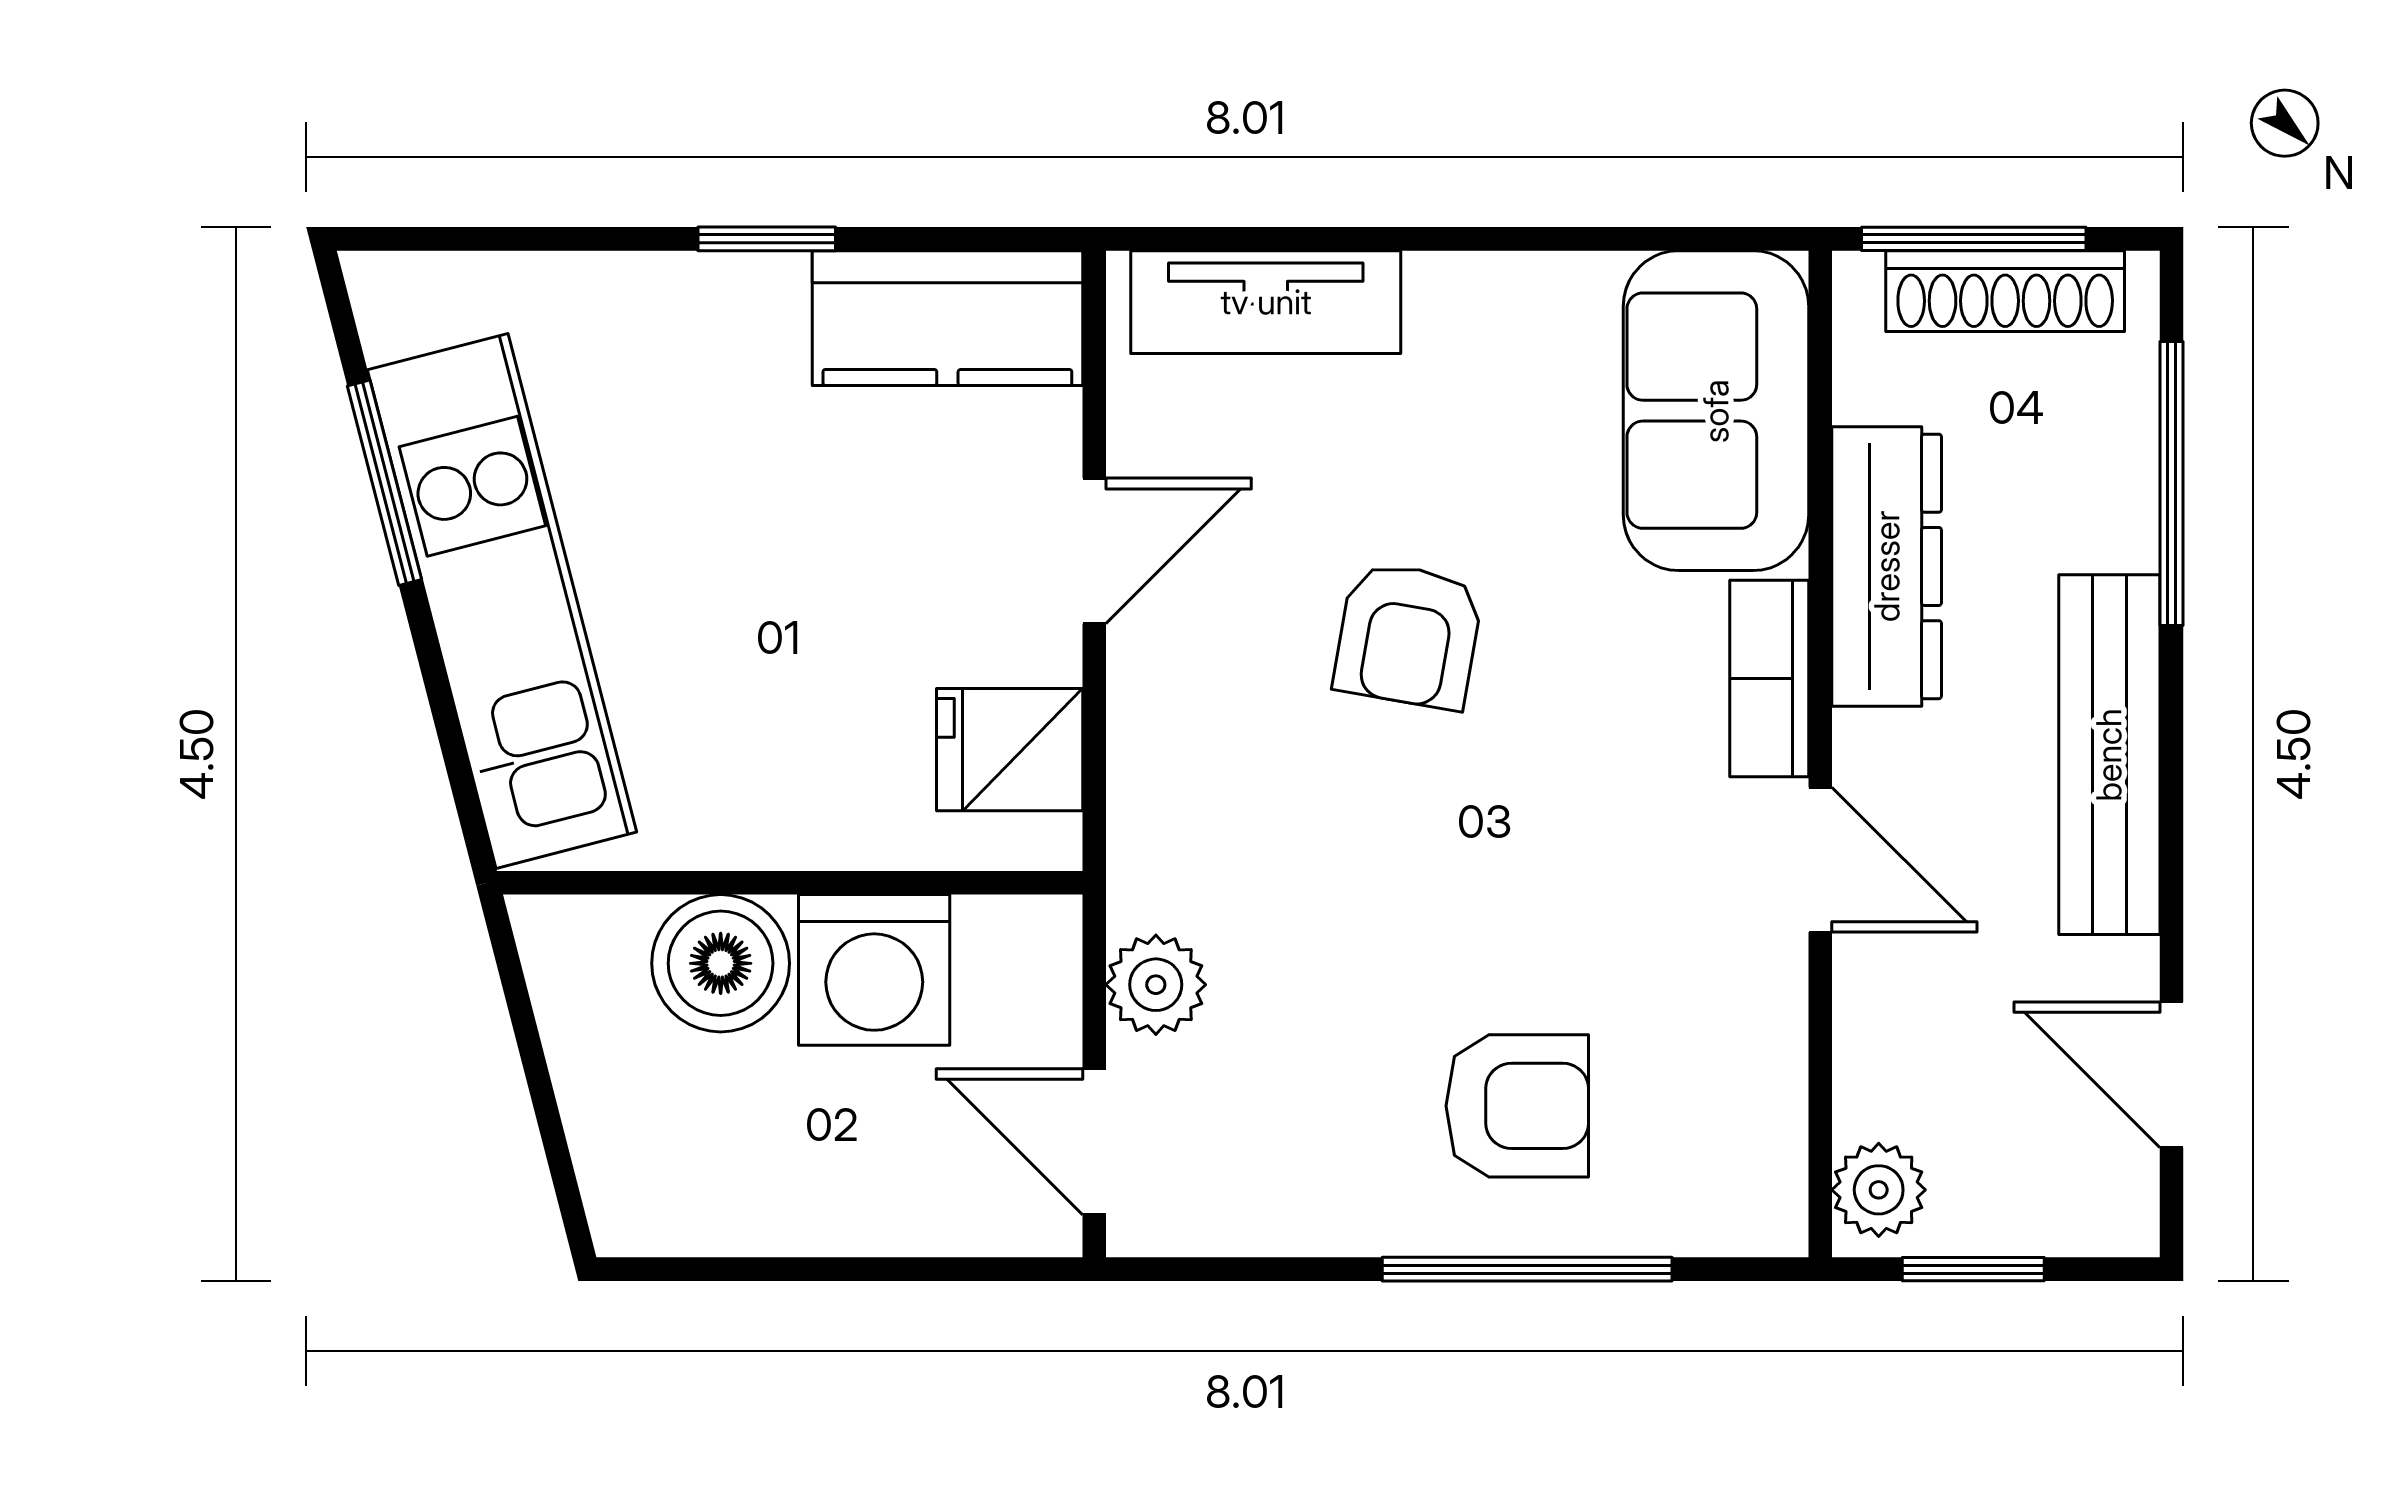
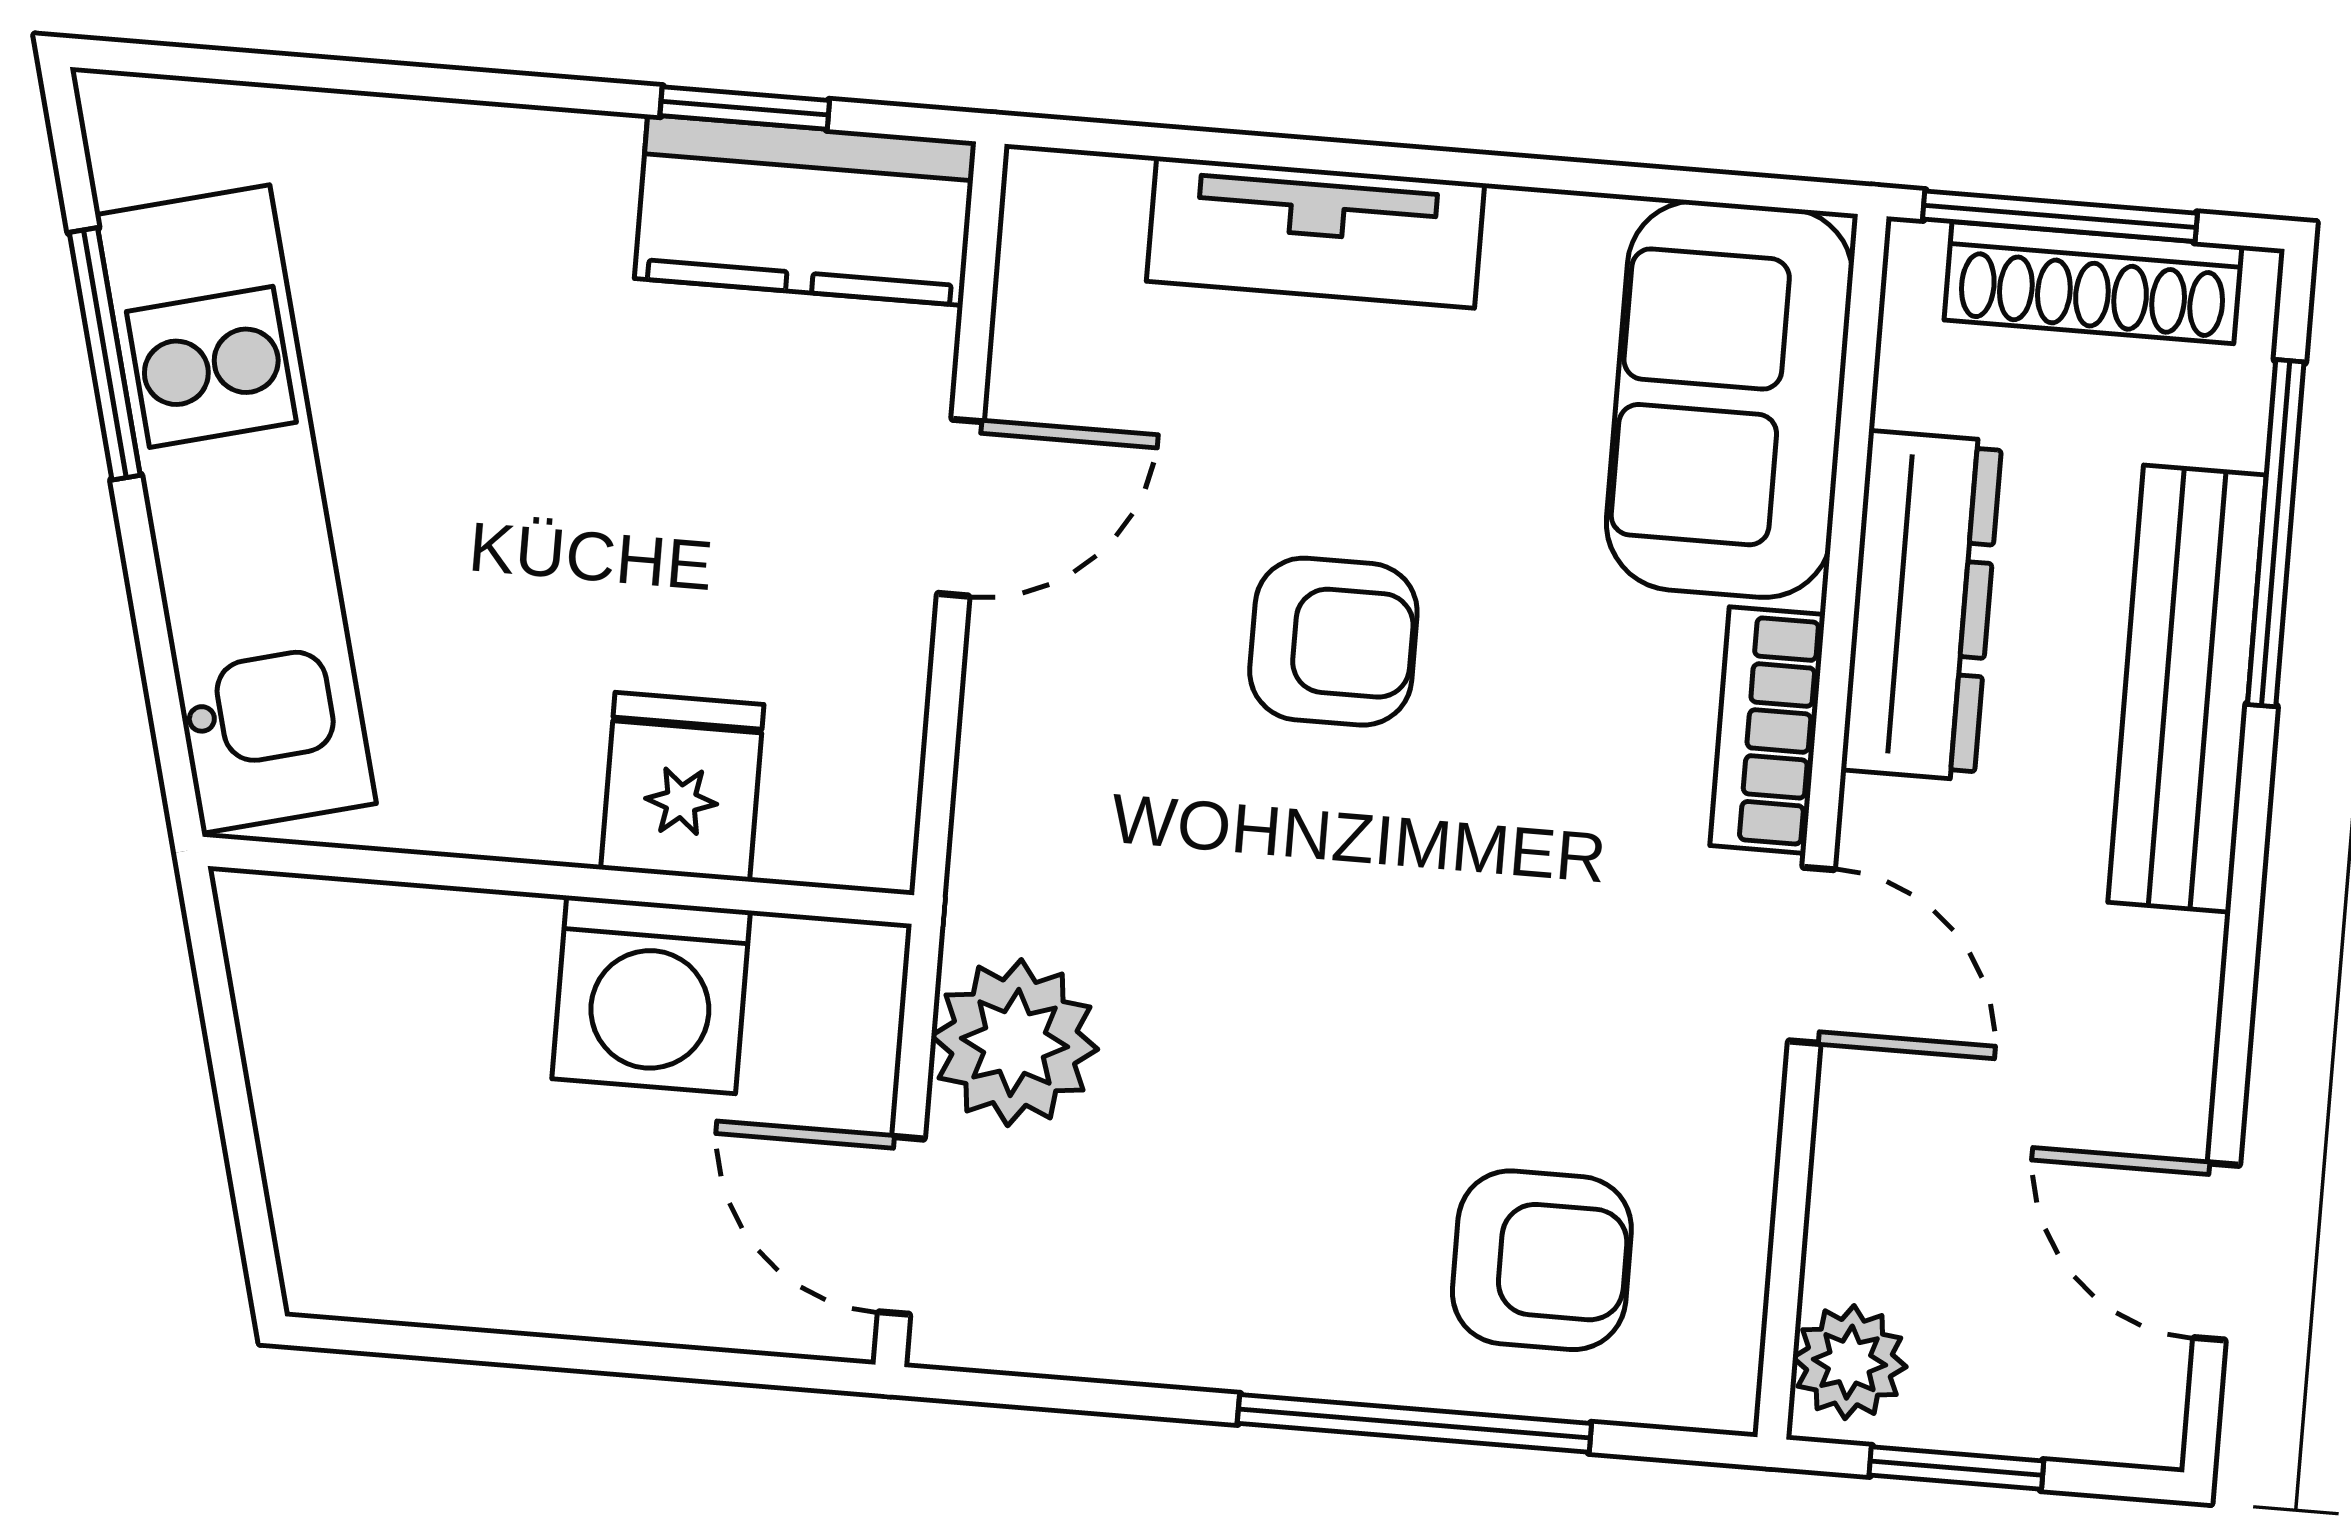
window: (767, 239) -> (745, 108), moved
tv unit: (1266, 302) -> (1316, 232), moved
armchair: (1408, 635) -> (1333, 642), turned -100
fridge: (1010, 750) -> (682, 787), moved, turned 90
bench: (2109, 755) -> (2187, 689), moved
boiler: (721, 963) -> (465, 971), removed
plant: (1156, 985) -> (1014, 1043), width x1.38, depth x1.38
armchair: (1517, 1106) -> (1542, 1260), moved

